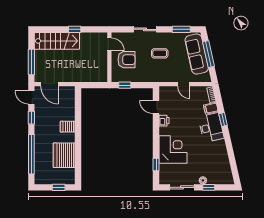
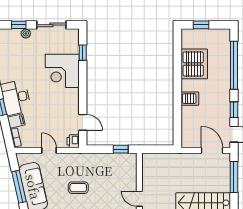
armchair: (127, 60) -> (118, 180), removed
printer: (164, 121) -> (73, 141), moved

